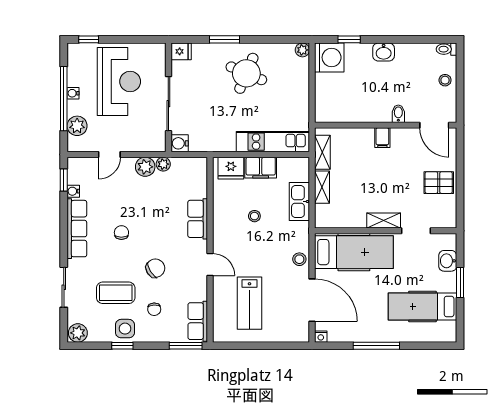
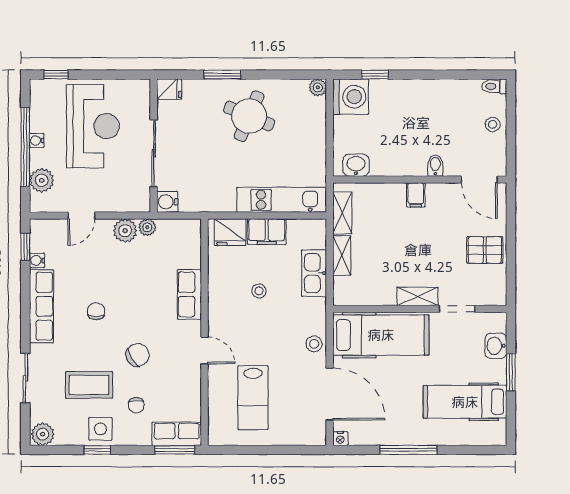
washbasin: (384, 52) -> (356, 165), moved, turned 180
row of seats: (198, 321) -> (177, 434), moved, turned 90

